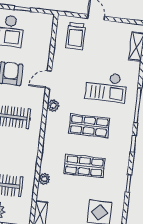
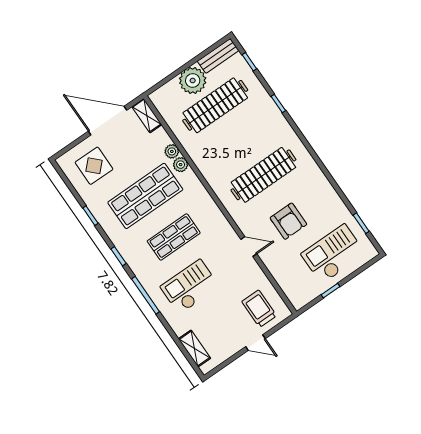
door: (48, 80) -> (249, 247), hinge flipped
plant: (53, 106) -> (181, 165), moved
shop shelf: (84, 166) -> (145, 196), width x1.43, depth x1.36

